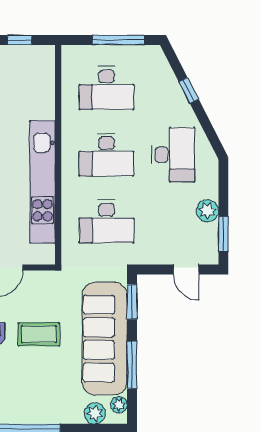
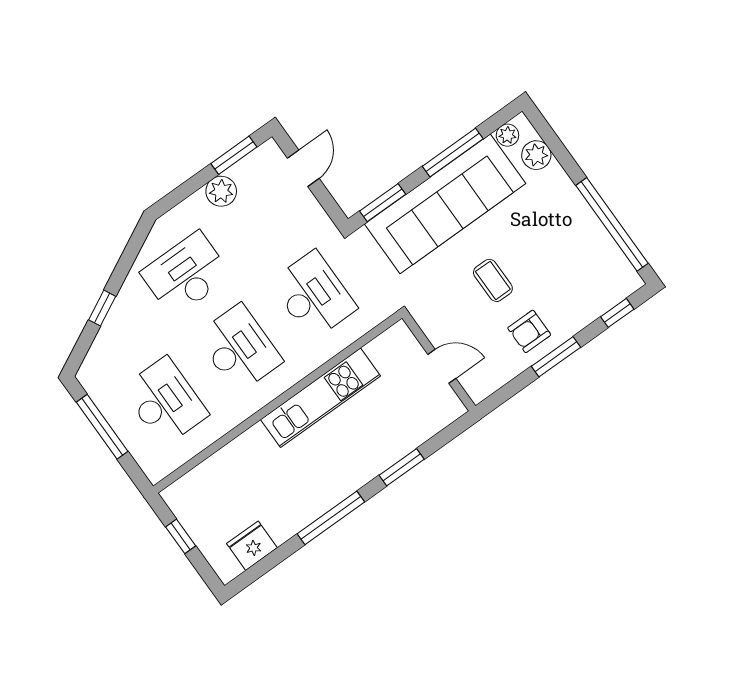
kitchen unit: (43, 182) -> (321, 398), width x0.73
coffee table: (39, 334) -> (493, 280), width x0.73, depth x0.77

